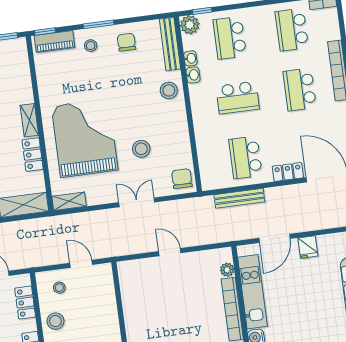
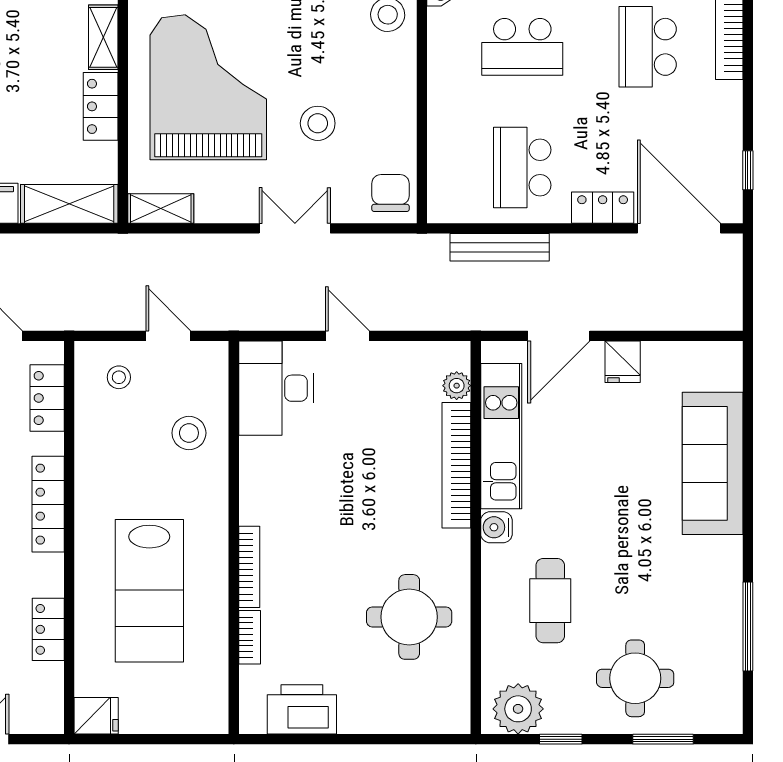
desk: (138, 283) -> (276, 388), added
stool: (55, 321) -> (189, 433), moved

